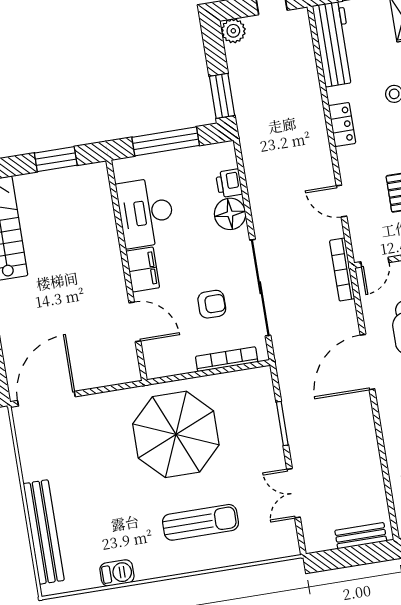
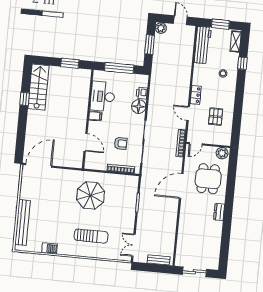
window: (222, 96) -> (150, 45), moved
locker: (342, 124) -> (196, 95), moved
filing cabinet: (143, 269) -> (95, 116), width x0.50
parasol: (176, 434) -> (90, 195), width x0.73, depth x0.73
double door: (294, 493) -> (133, 245), moved

